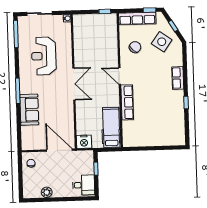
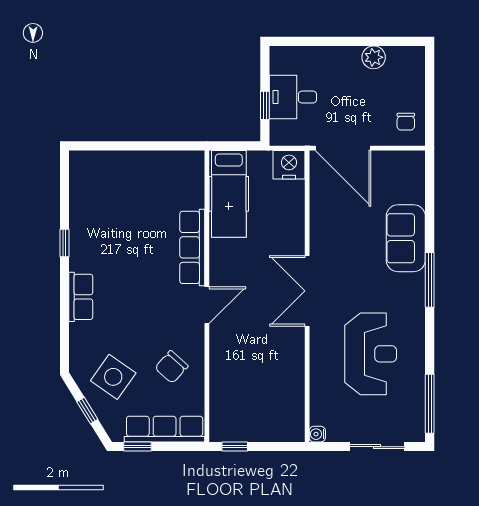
door: (120, 76) -> (207, 305), hinge flipped
desk: (84, 185) -> (293, 97), moved

